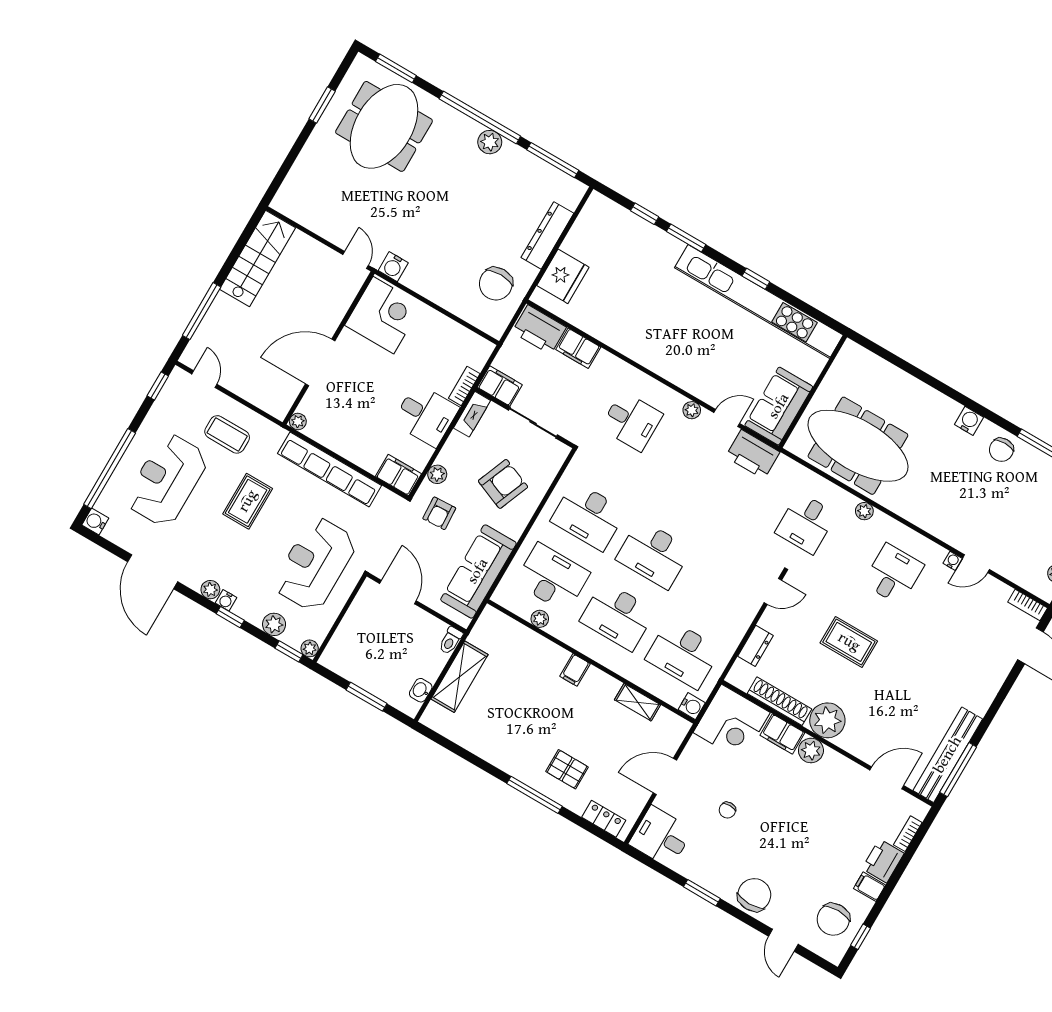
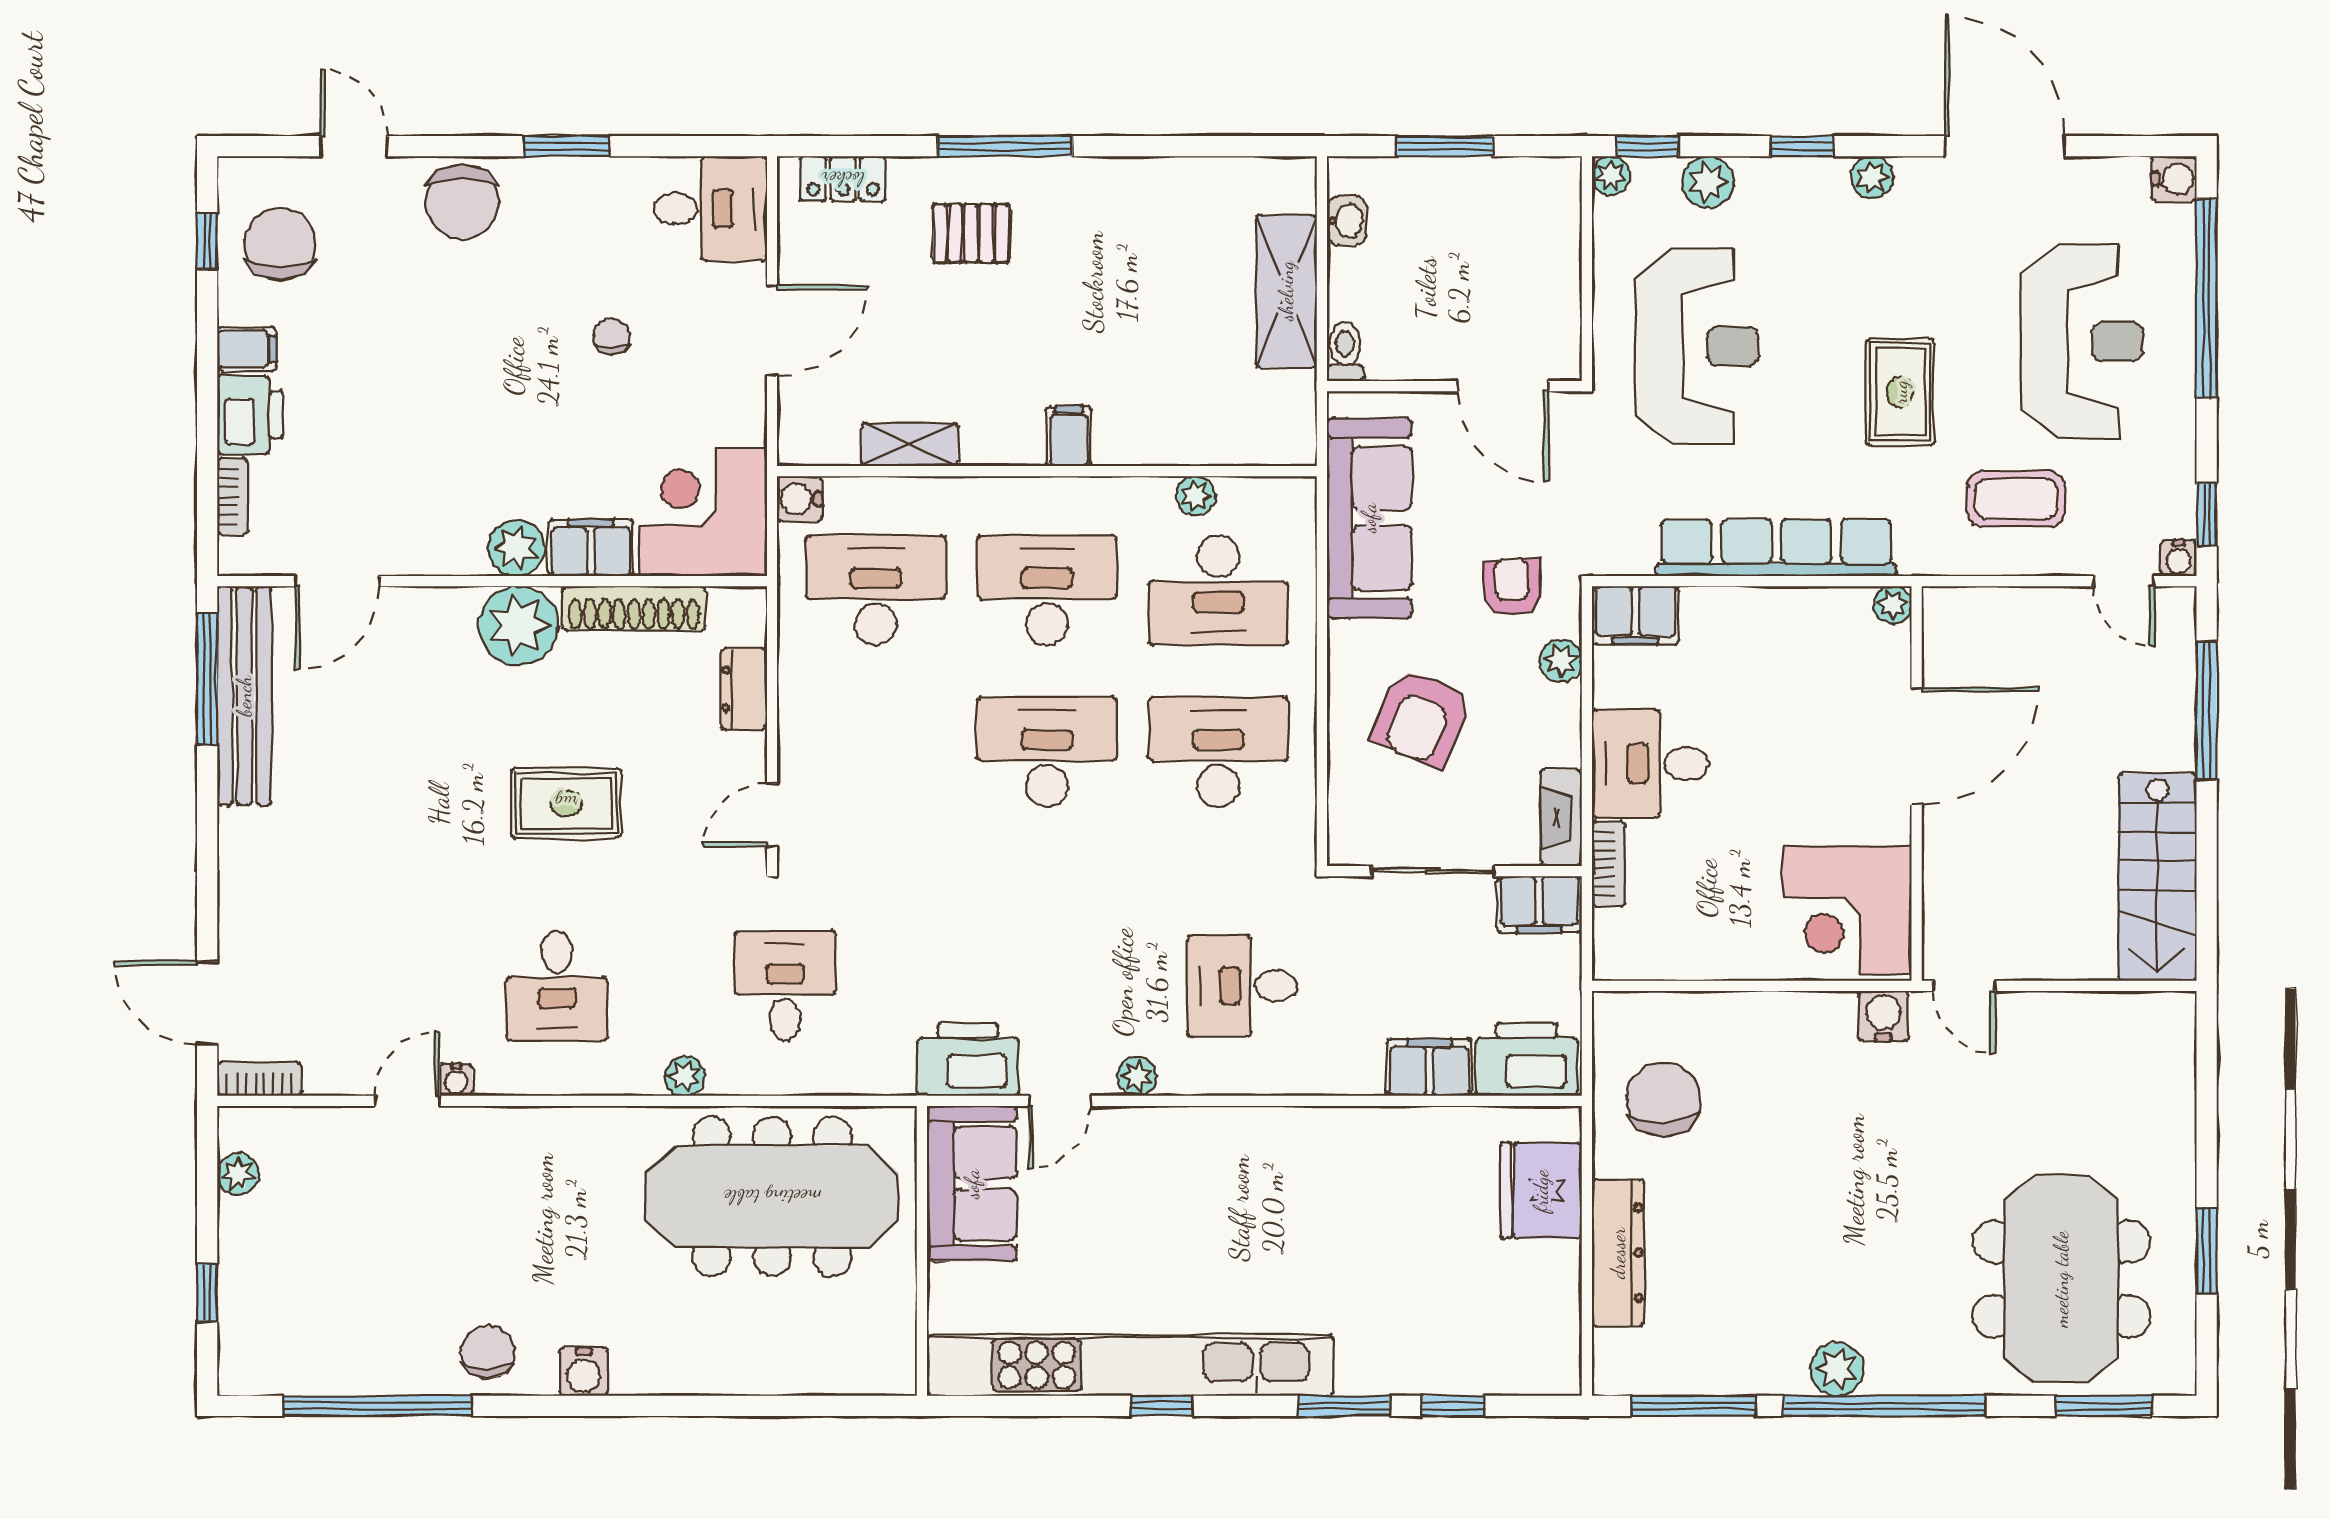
water cooler: (226, 600) -> (2179, 558), moved, turned 180

